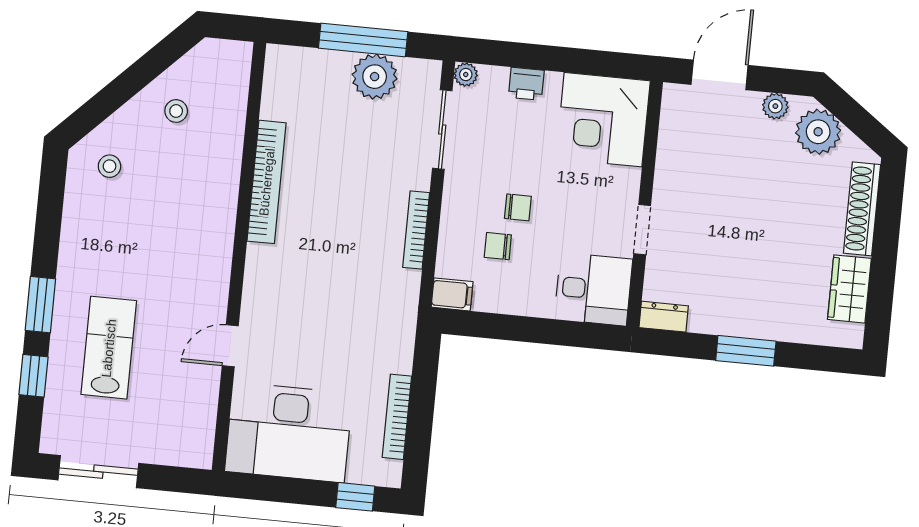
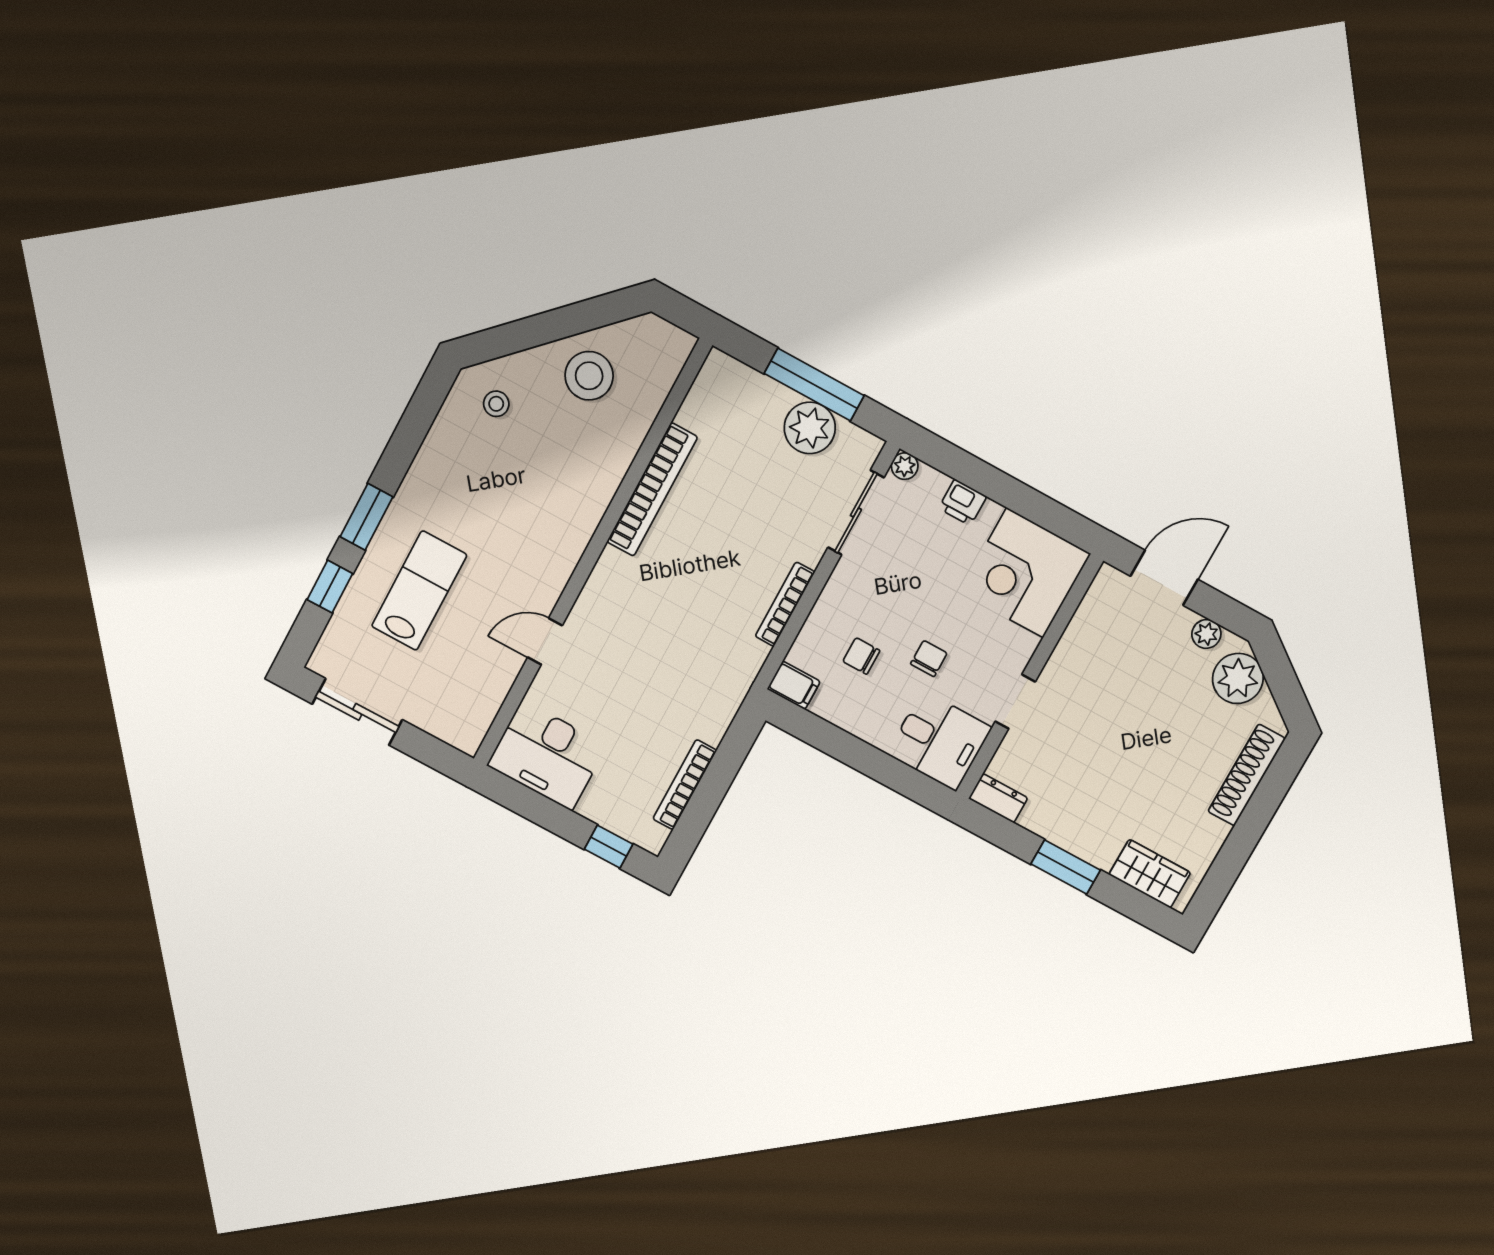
stool: (176, 111) -> (589, 376), width x1.89, depth x1.89
chair: (518, 207) -> (929, 658), moved, turned -90
wardrobe: (849, 289) -> (1150, 874), moved, turned 90
desk: (289, 432) -> (547, 755), width x0.73, depth x0.77

